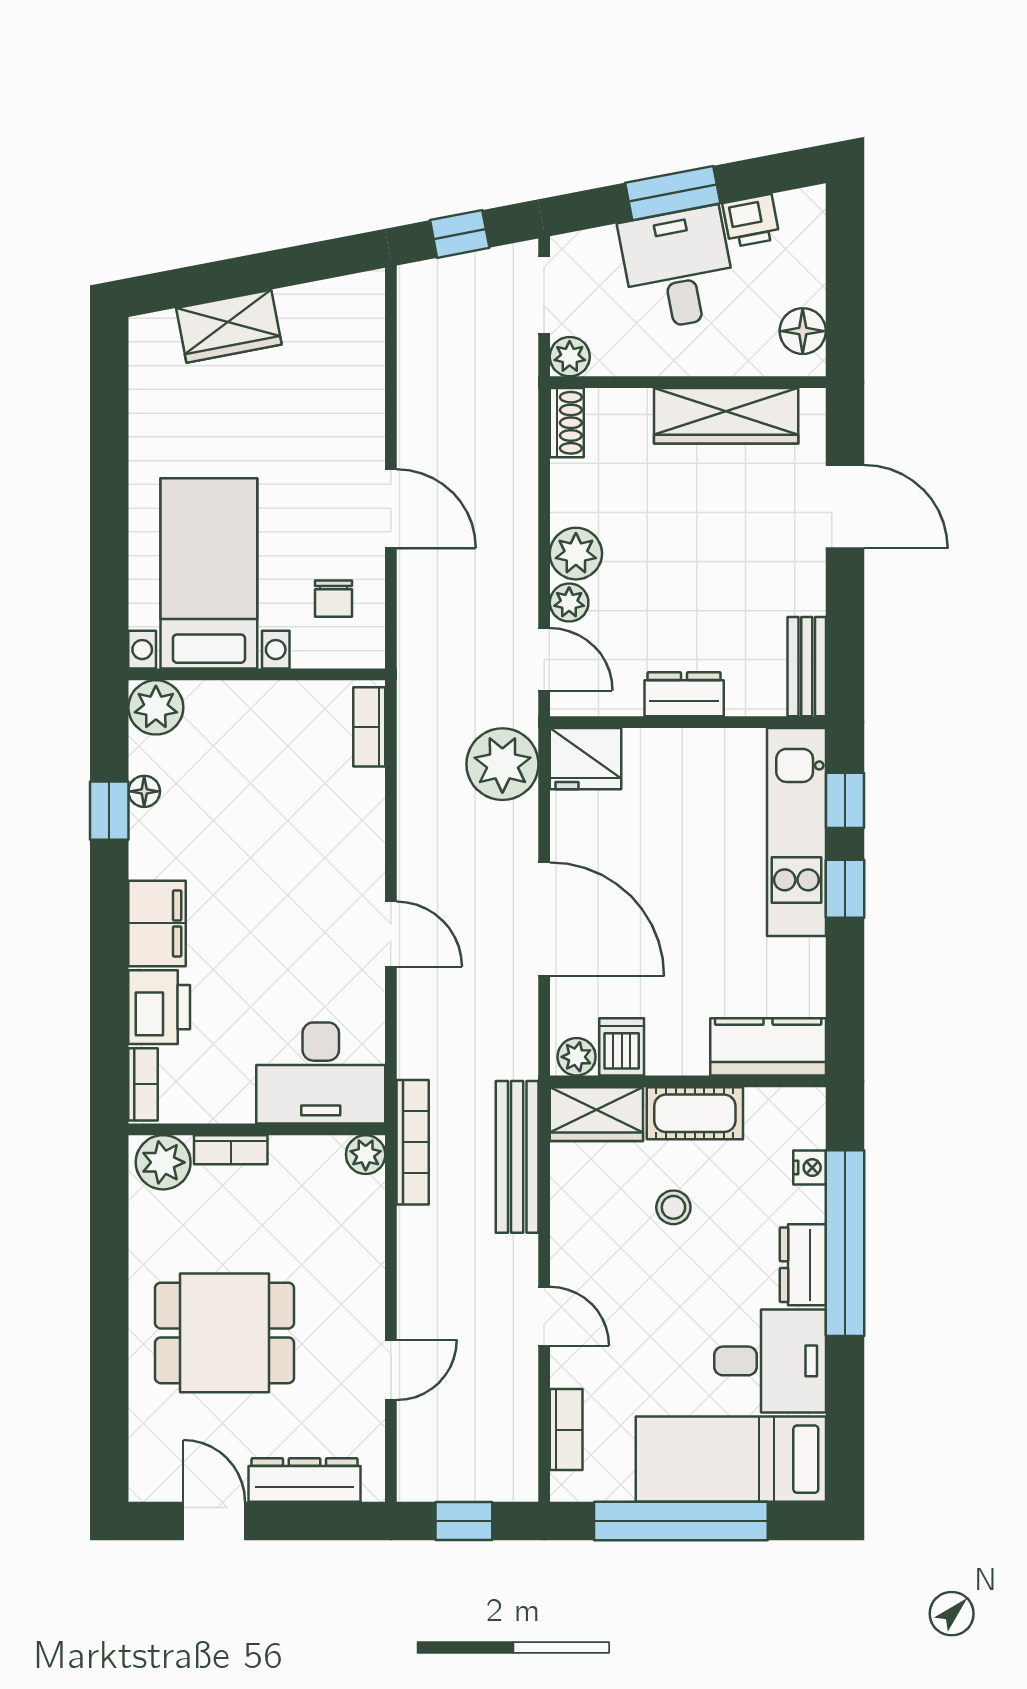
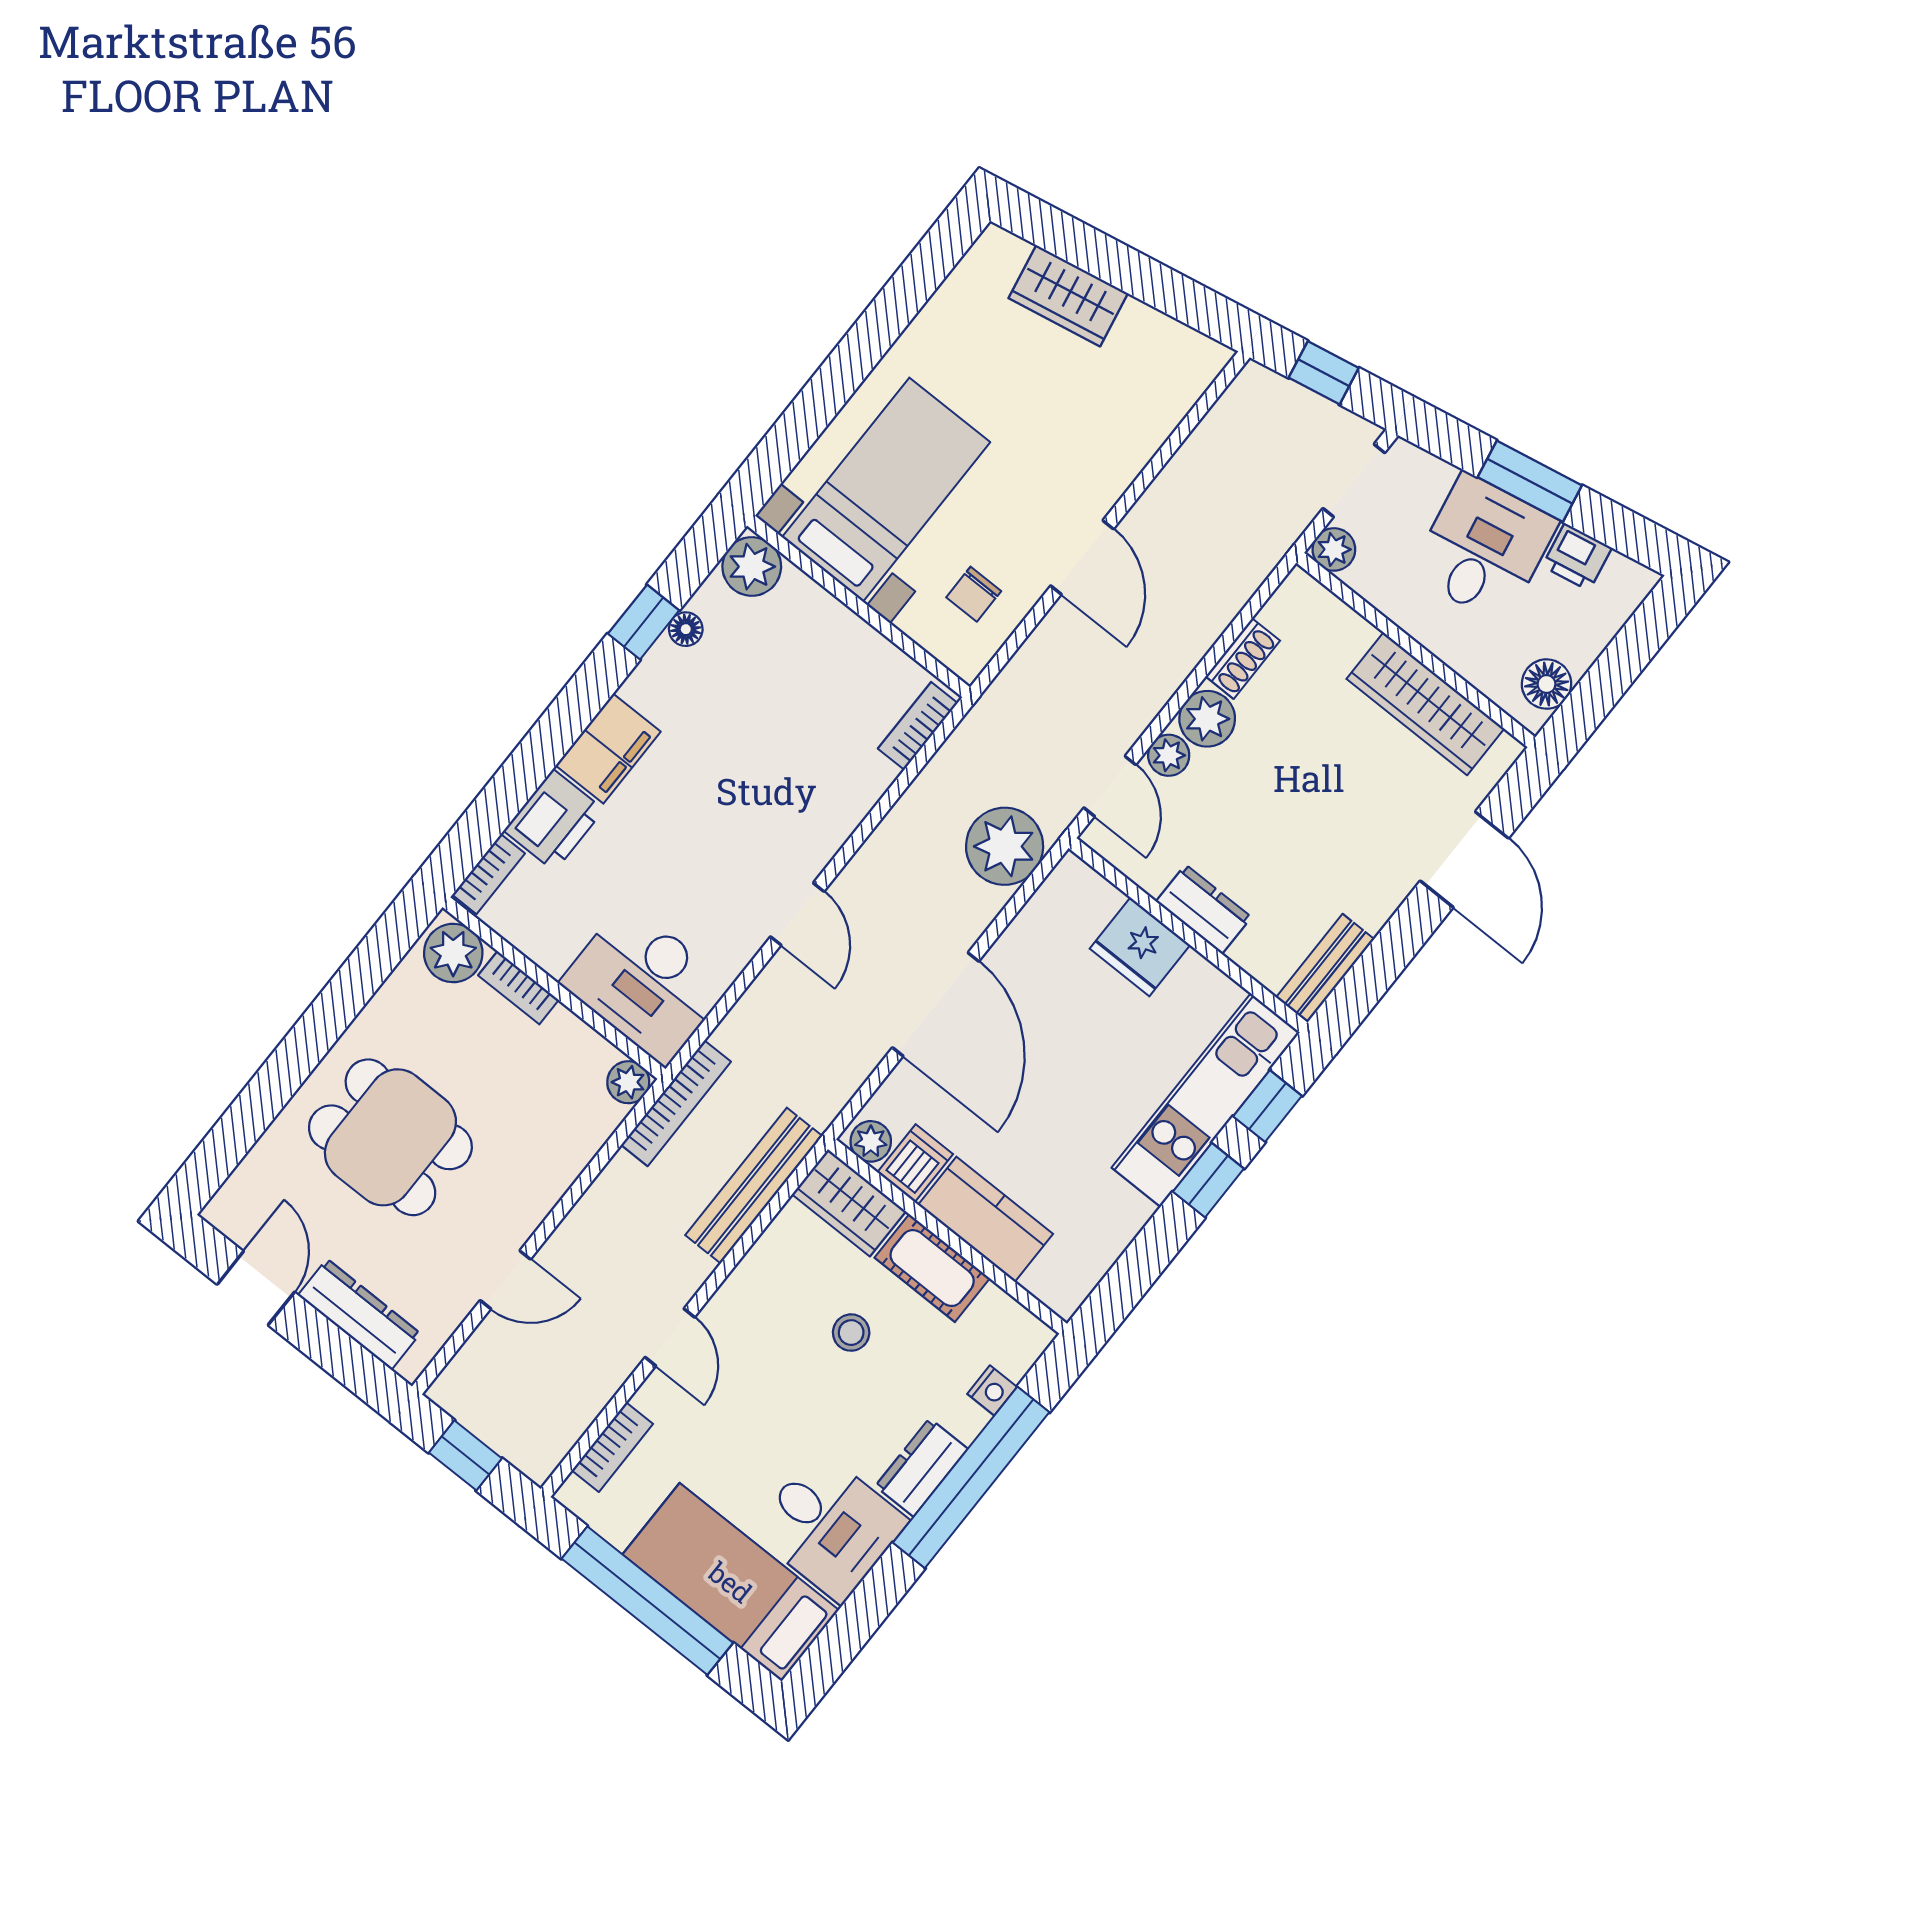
shoe rack: (567, 423) -> (1243, 659), moved
fridge: (586, 759) -> (1140, 947), moved
kitchen counter: (768, 1047) -> (986, 1219), moved

